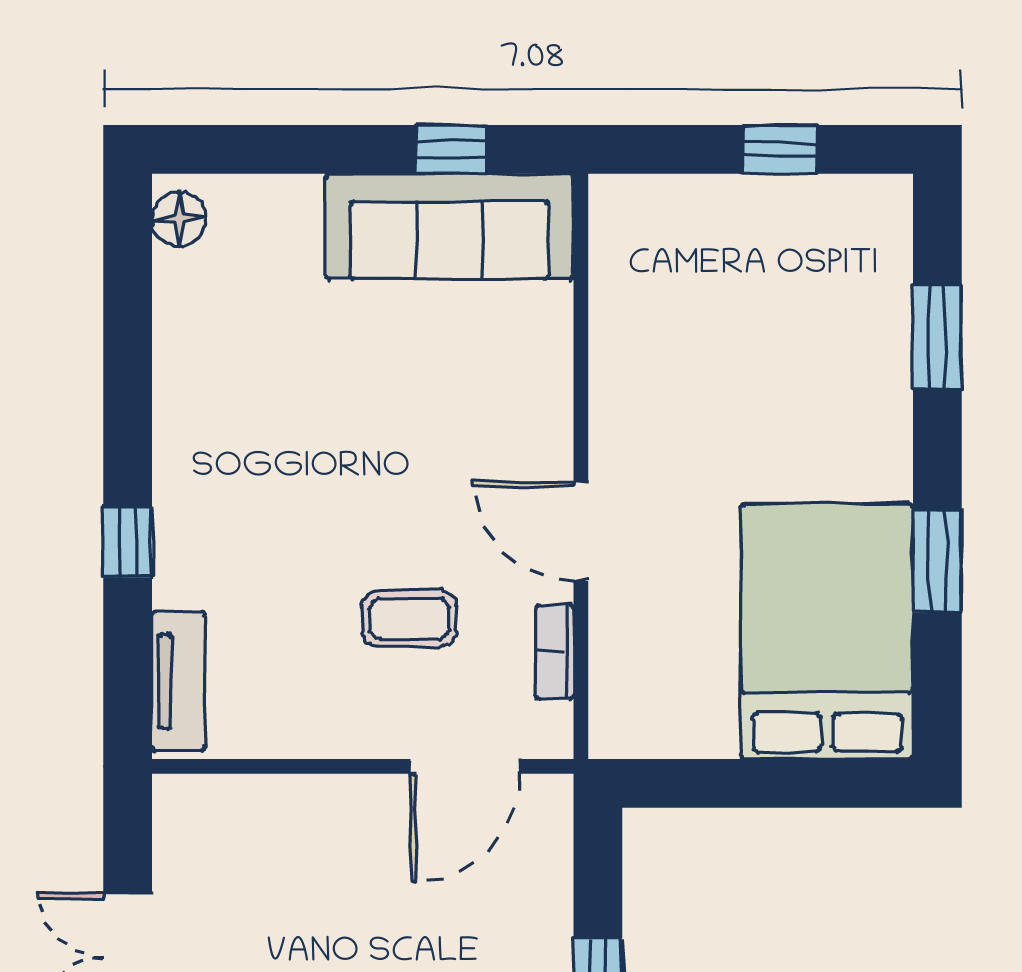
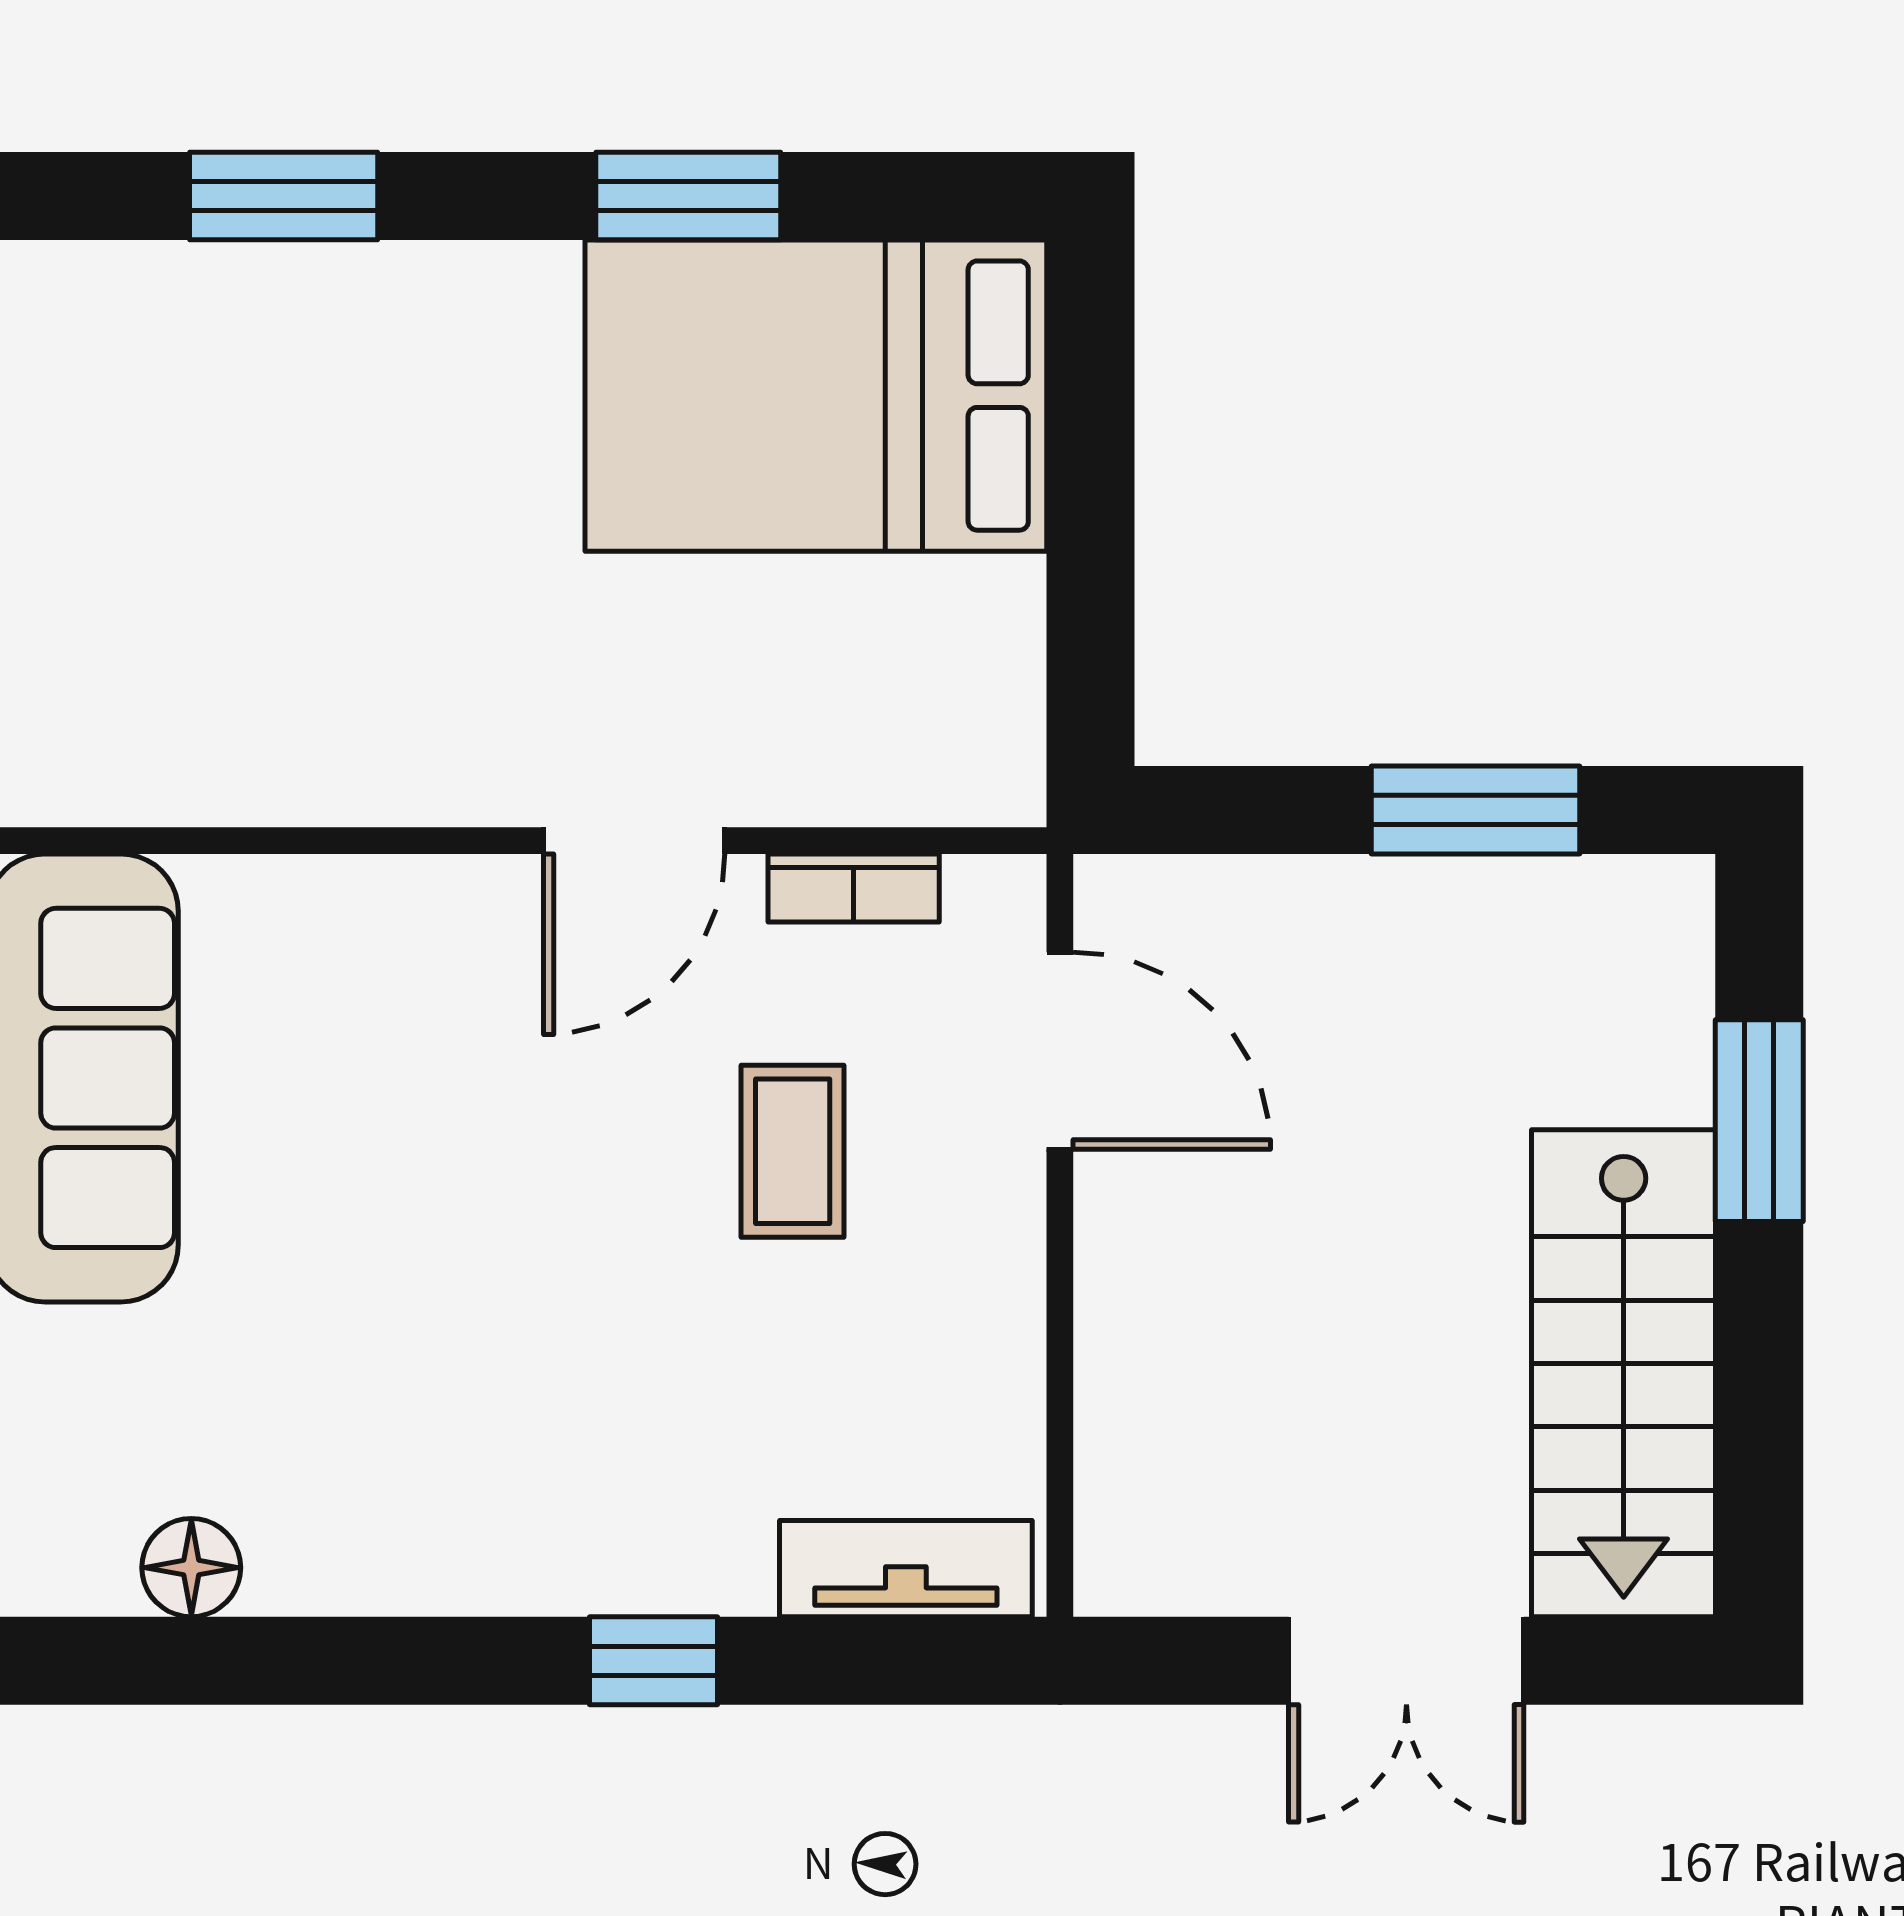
floor lamp: (179, 219) -> (191, 1568), moved

